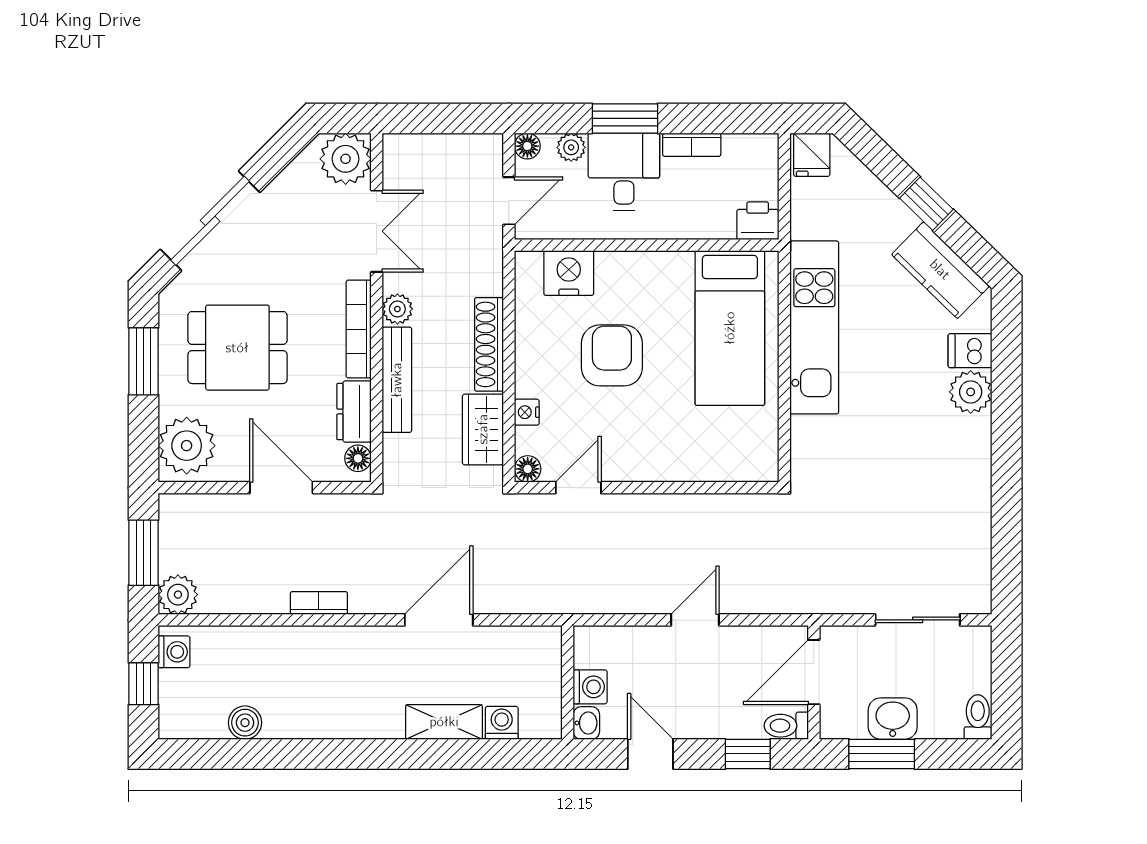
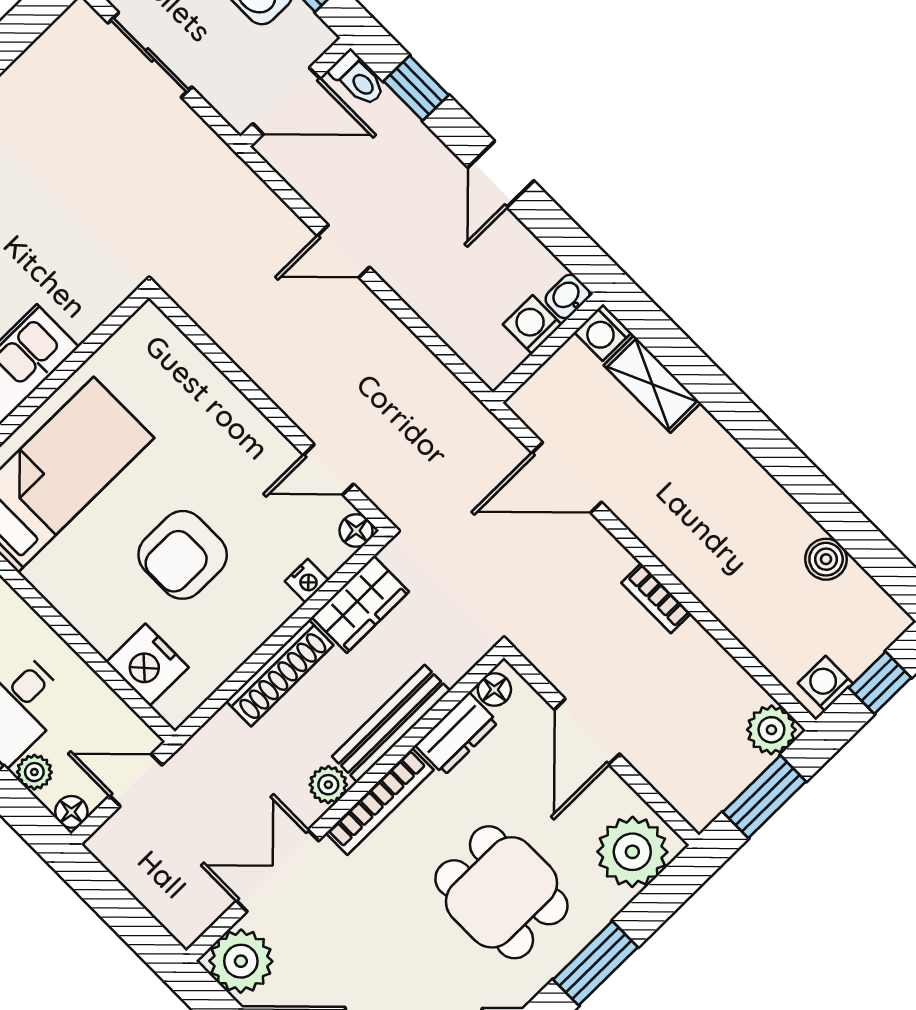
wall: (568, 682) -> (548, 348), moved
washing machine: (590, 687) -> (532, 325), moved
washbasin: (586, 723) -> (568, 296), moved

